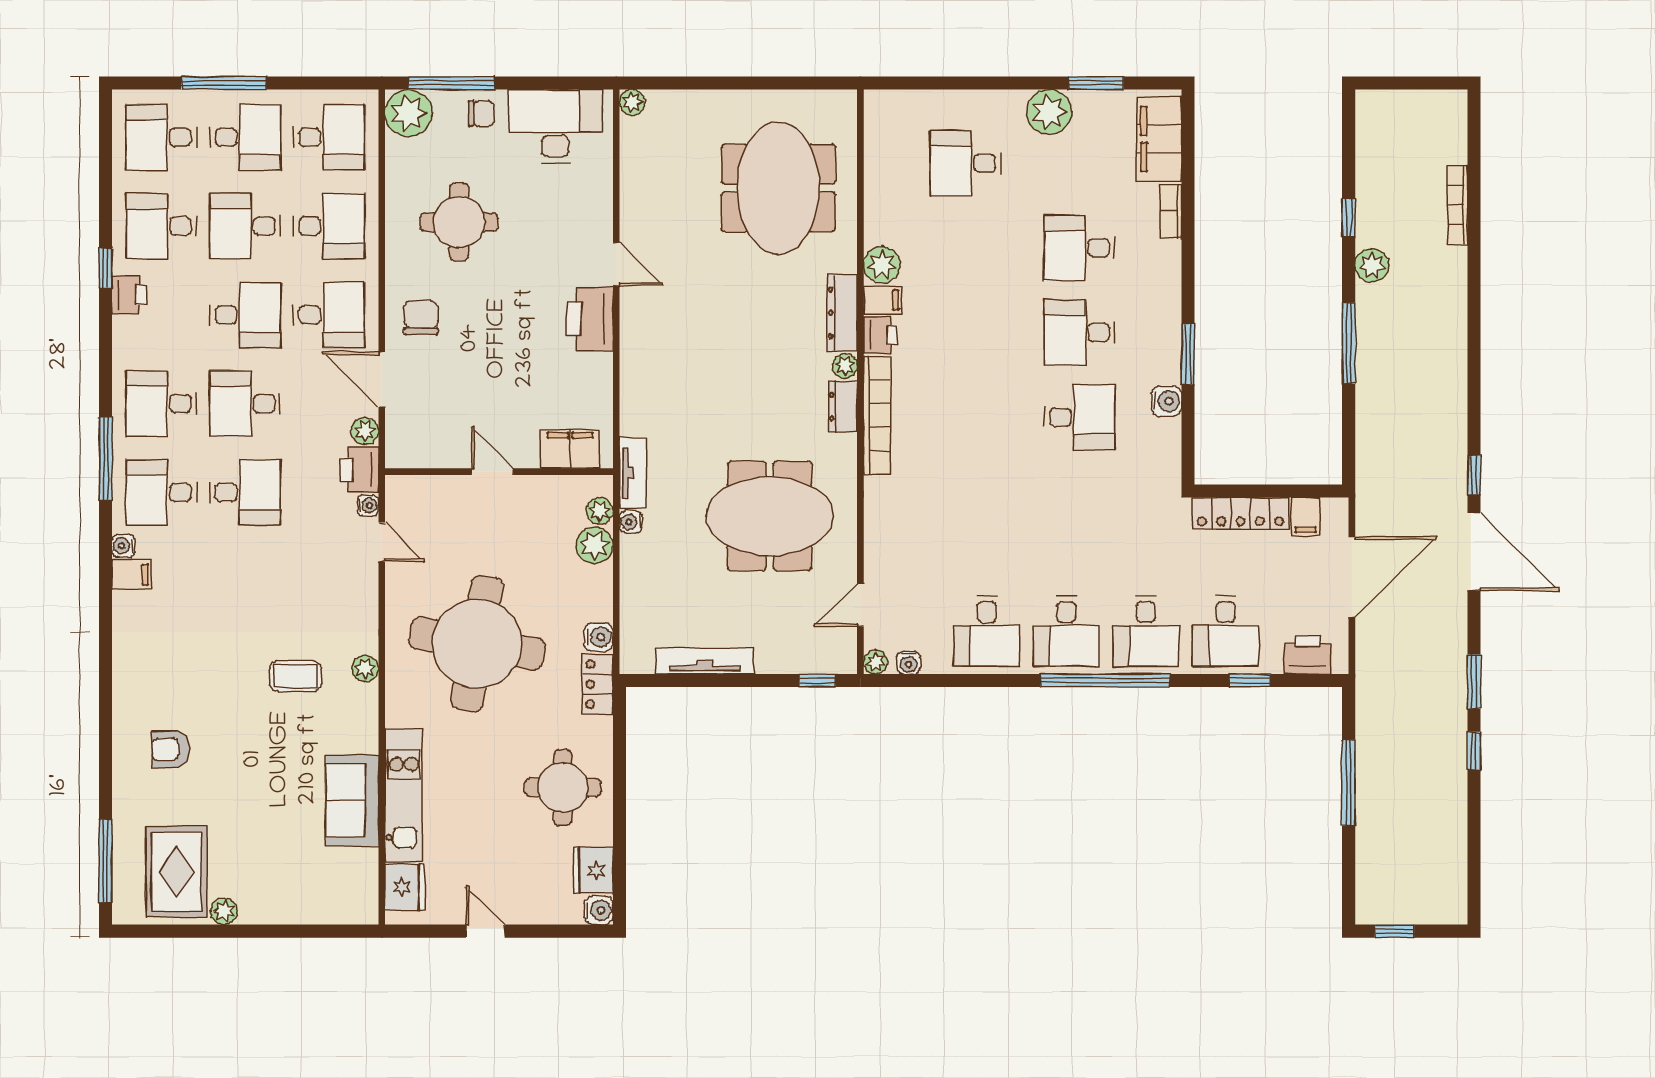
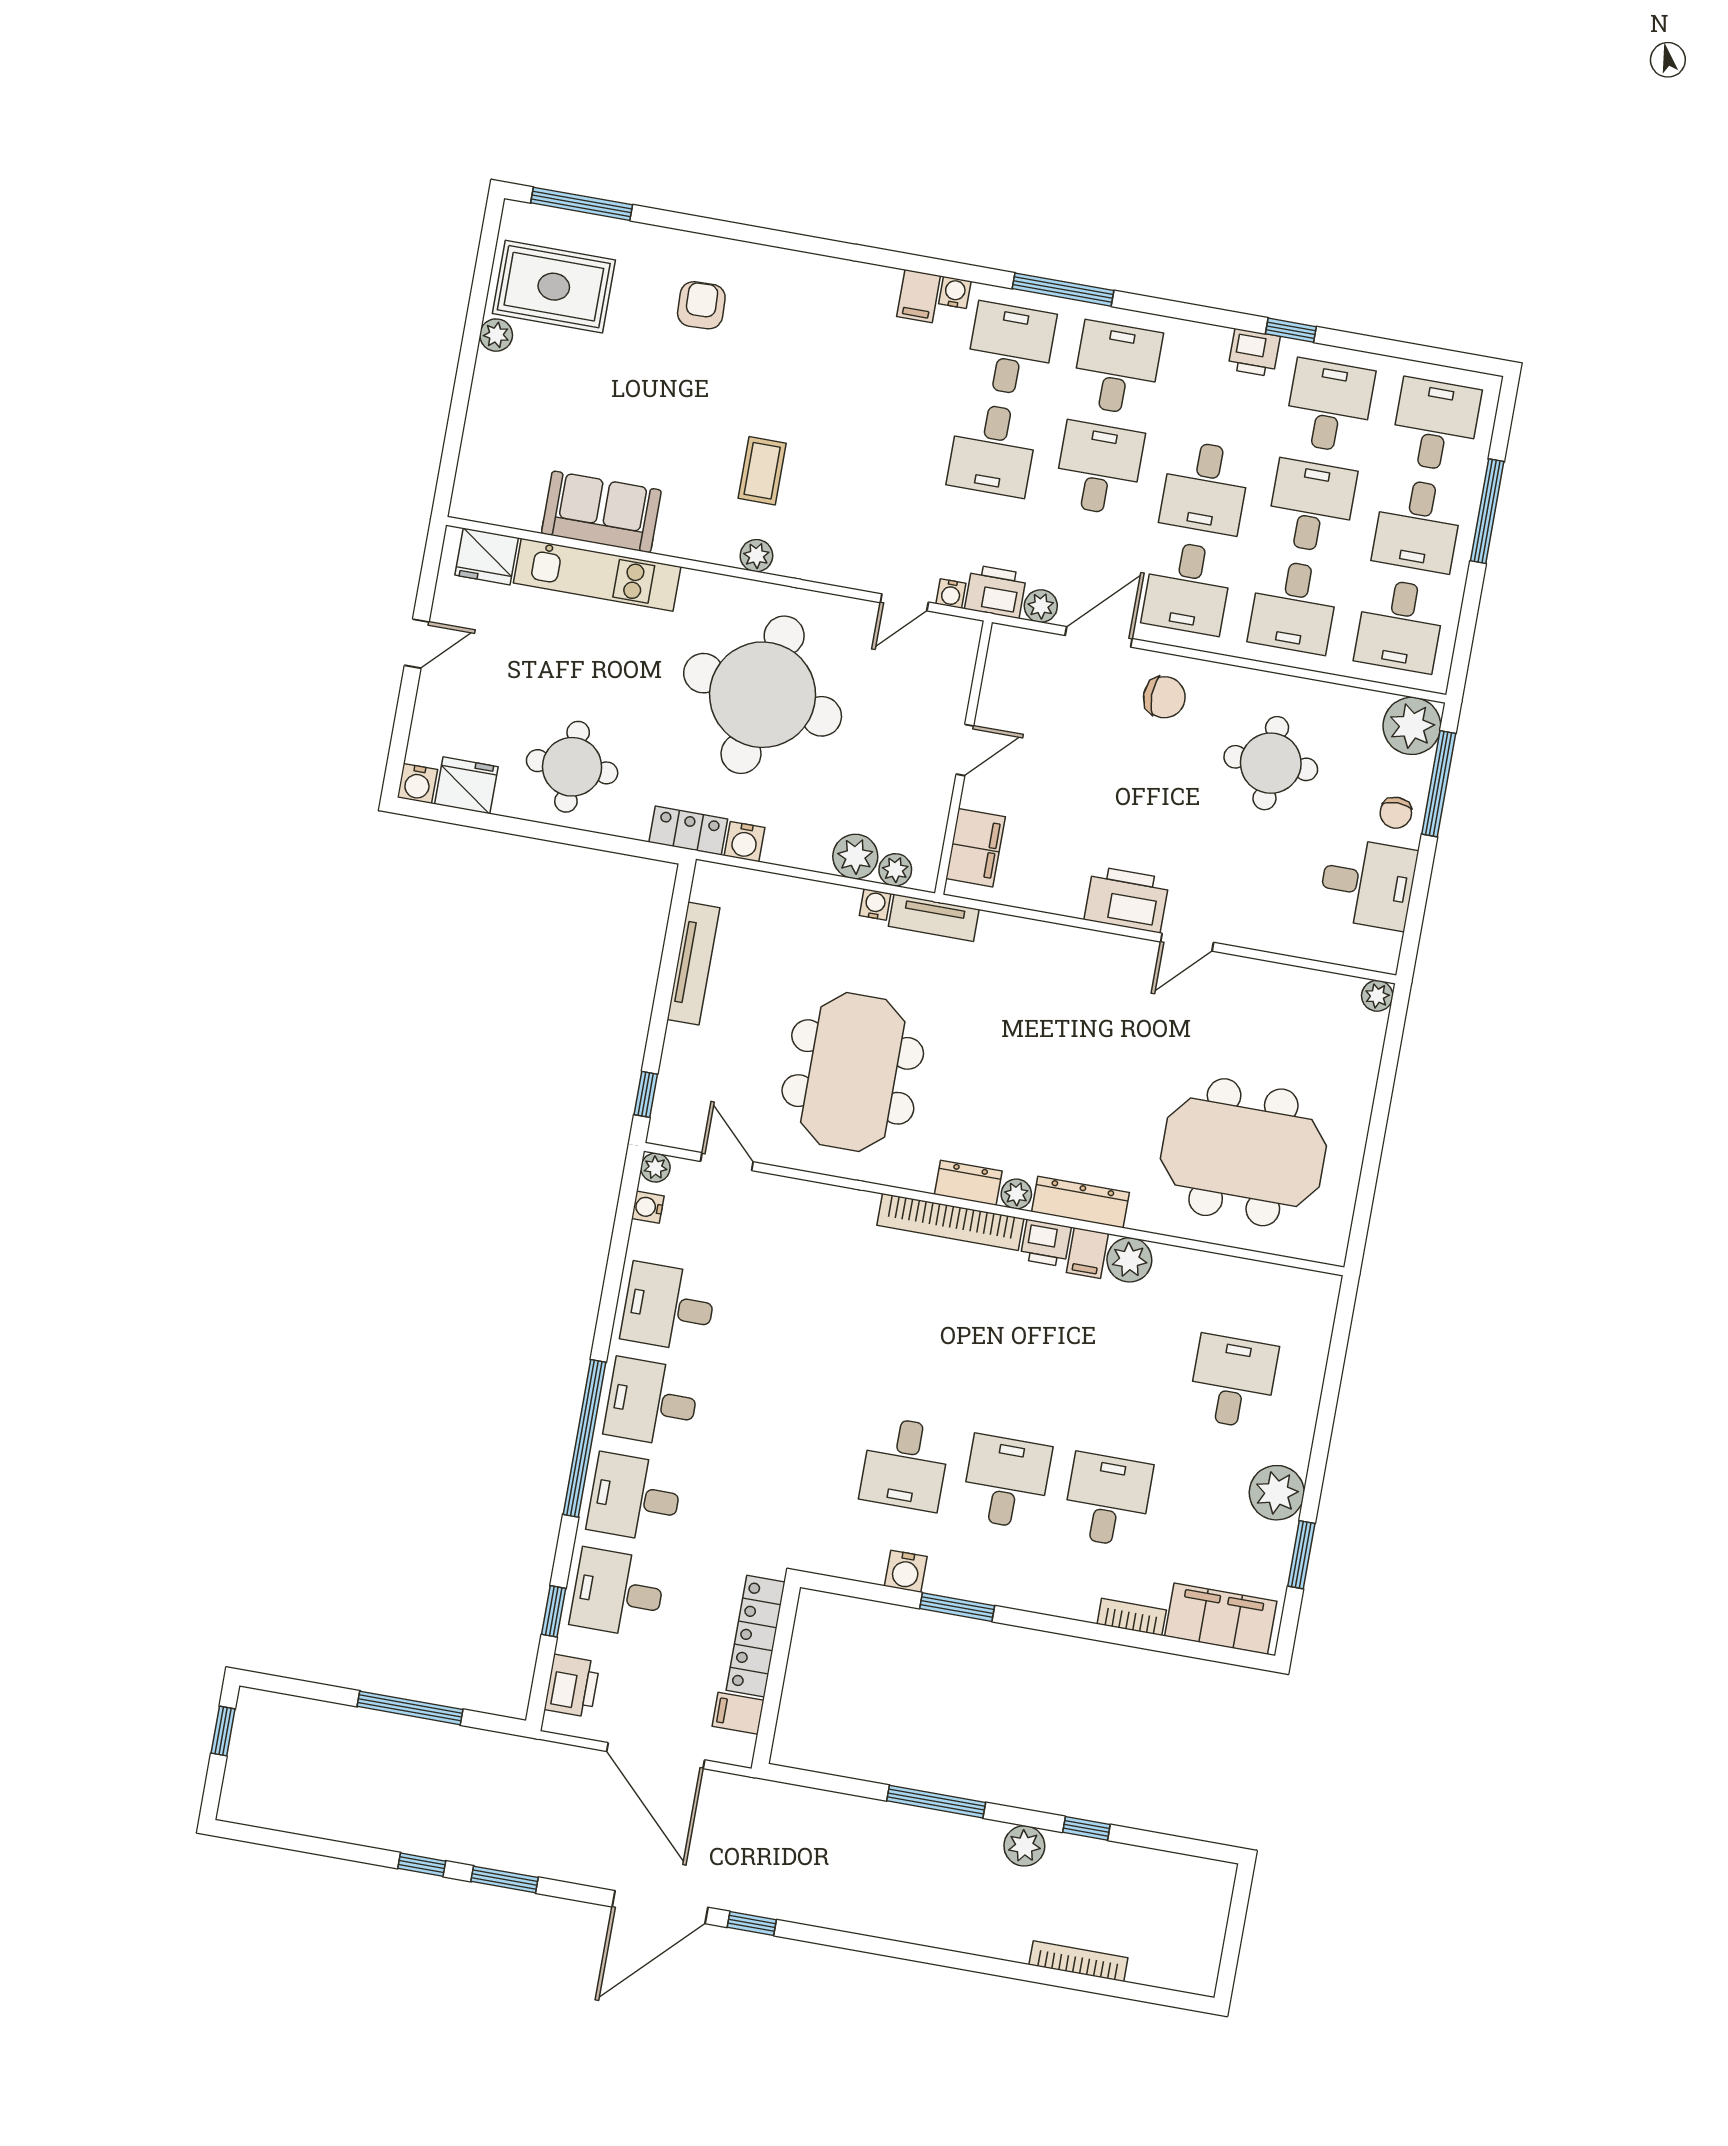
desk: (555, 126) -> (1368, 884), width x0.73

